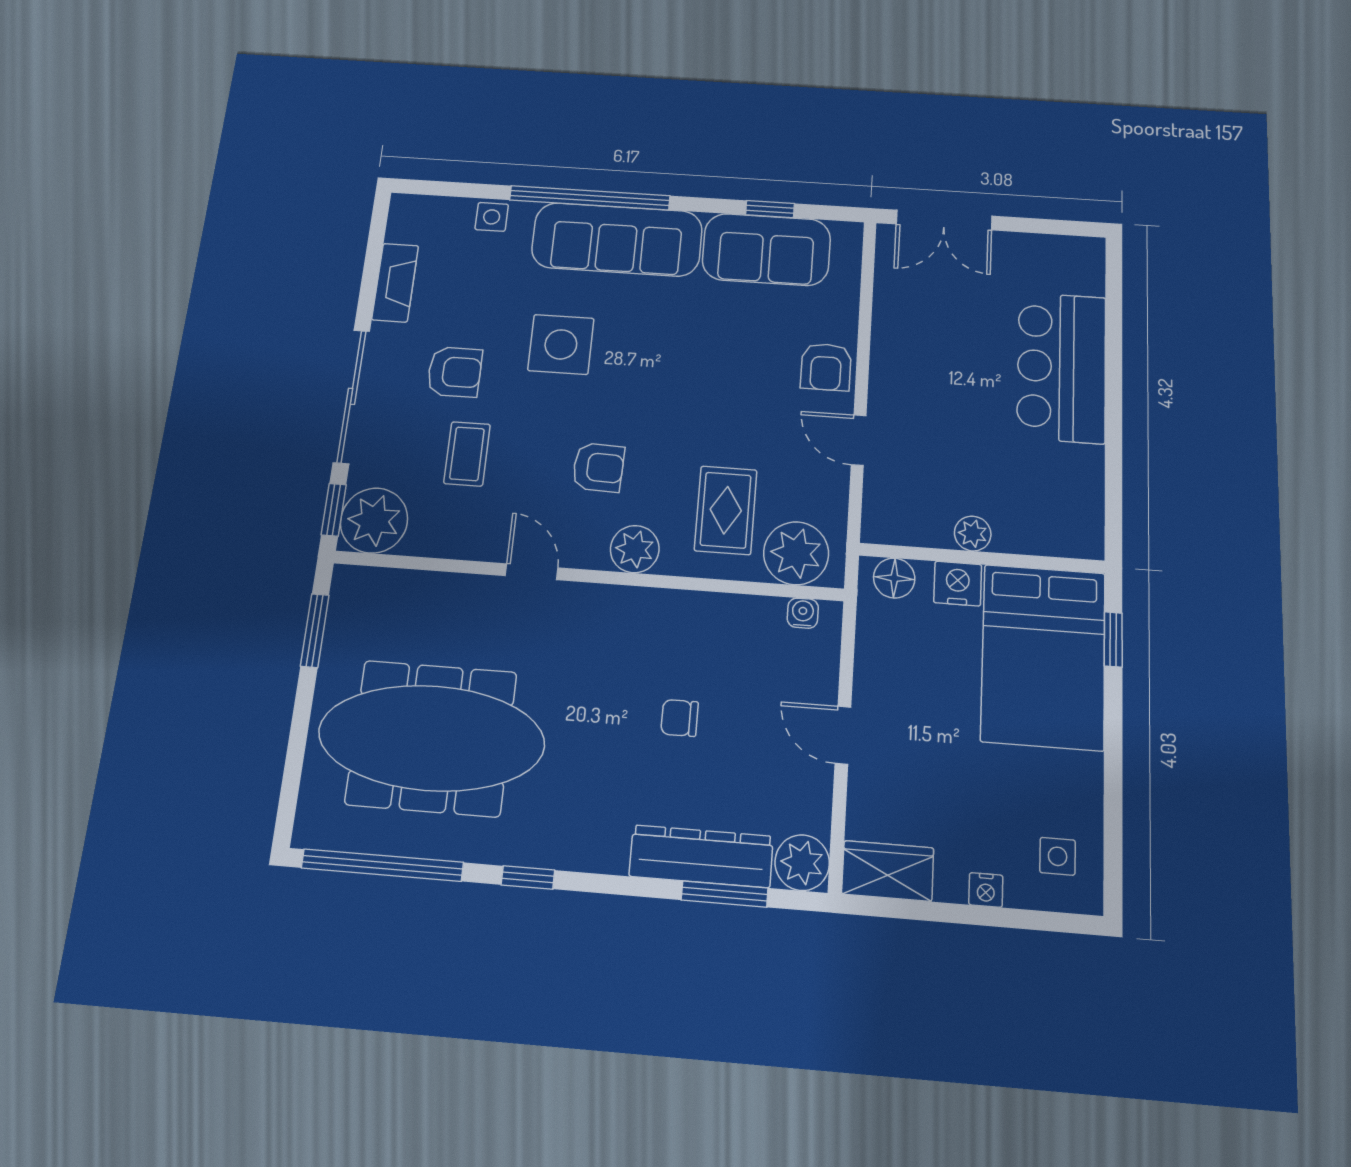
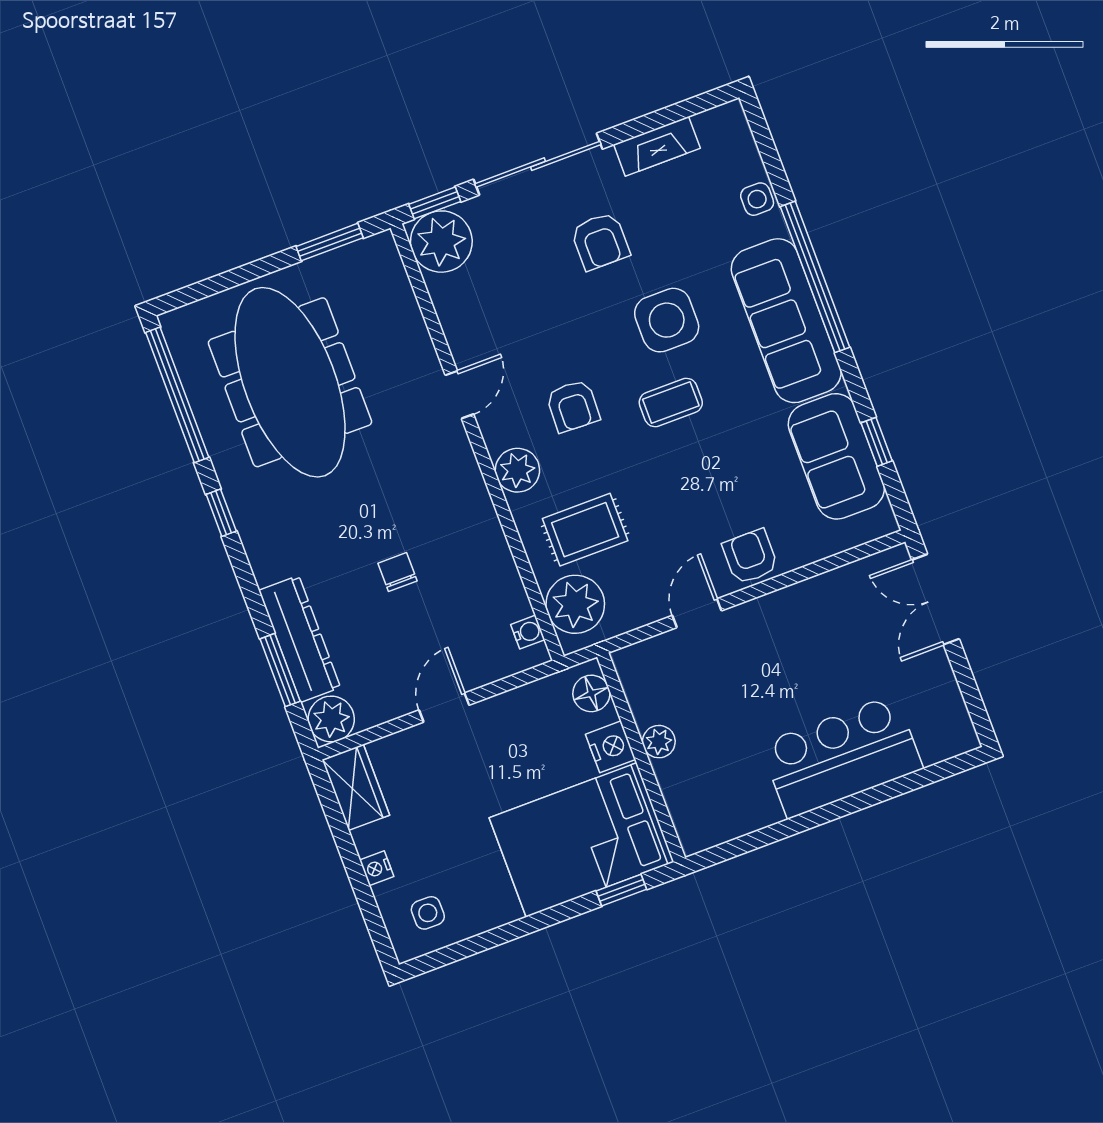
armchair: (826, 367) -> (750, 557), turned 90
coffee table: (467, 454) -> (671, 403), moved

